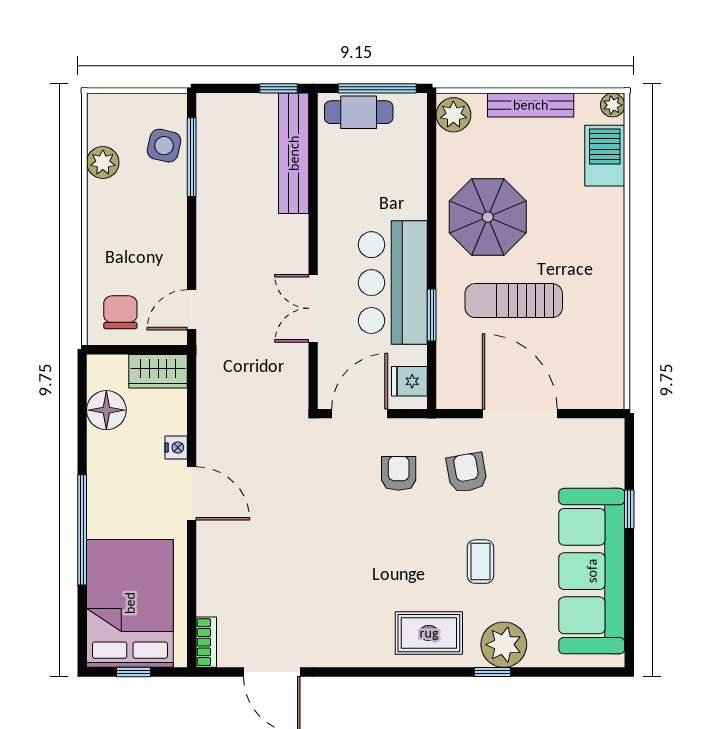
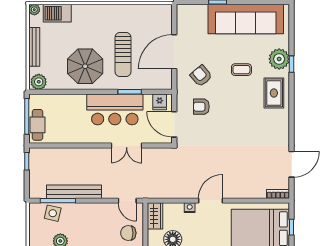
bench: (294, 153) -> (74, 192), moved
armchair: (467, 473) -> (201, 76), turned 60

